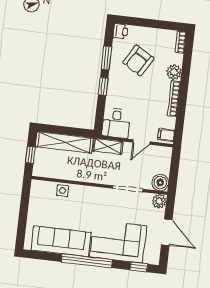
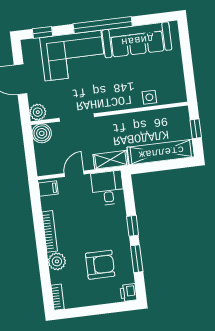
armchair: (138, 60) -> (100, 265), turned 59

